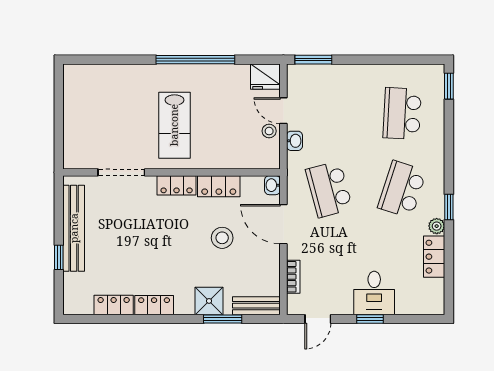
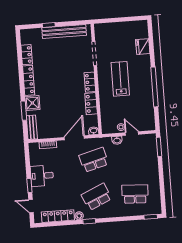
fridge: (265, 77) -> (143, 47), moved
door: (283, 111) -> (132, 134), hinge flipped
lab bench: (174, 125) -> (120, 79), turned 90
school desk: (402, 189) -> (96, 197), turned -42
stool: (222, 238) -> (65, 107), removed
locker: (434, 257) -> (58, 216), width x1.53
desk: (374, 293) -> (42, 176), moved
locker: (154, 305) -> (29, 80), width x1.53
door: (318, 319) -> (31, 206), moved

